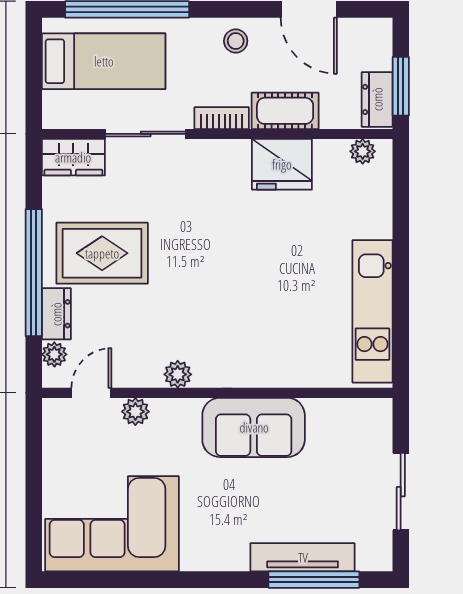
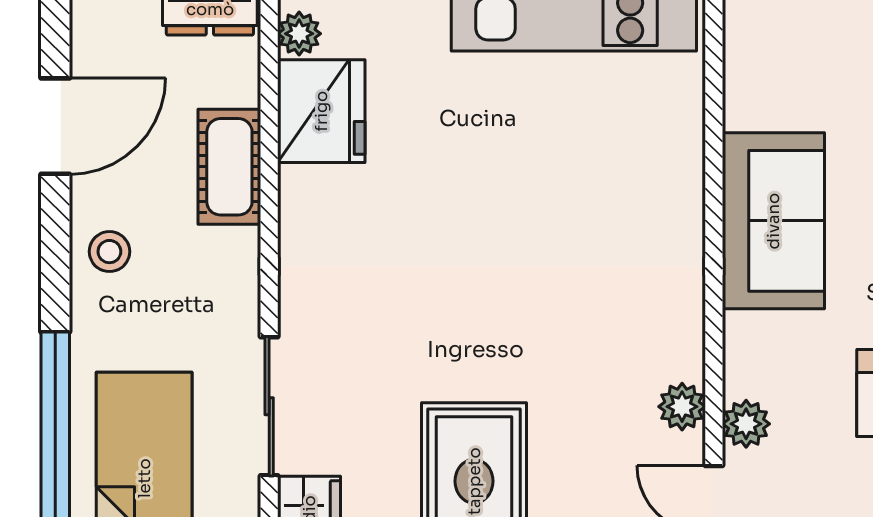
bookcase: (222, 118) -> (242, 276), removed
fridge: (282, 164) -> (321, 111), moved
plant: (178, 374) -> (682, 407), moved

